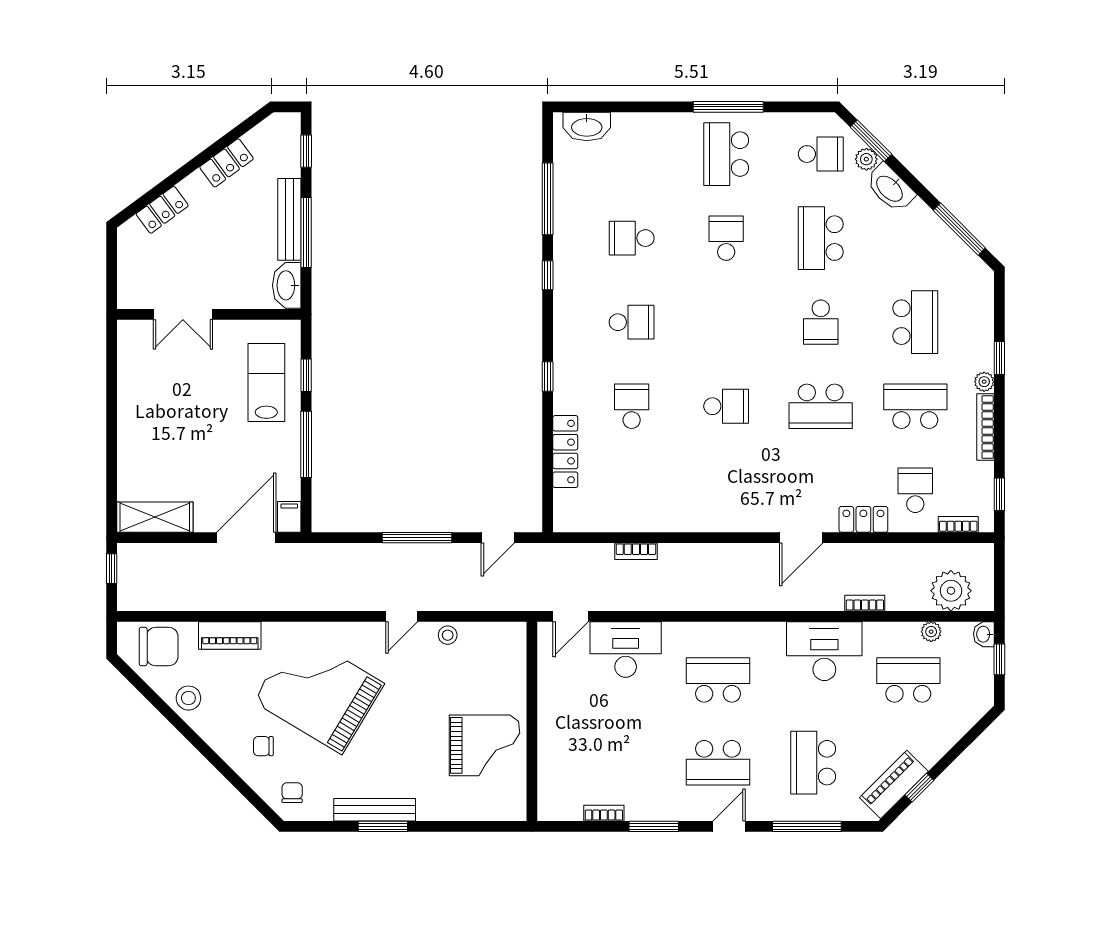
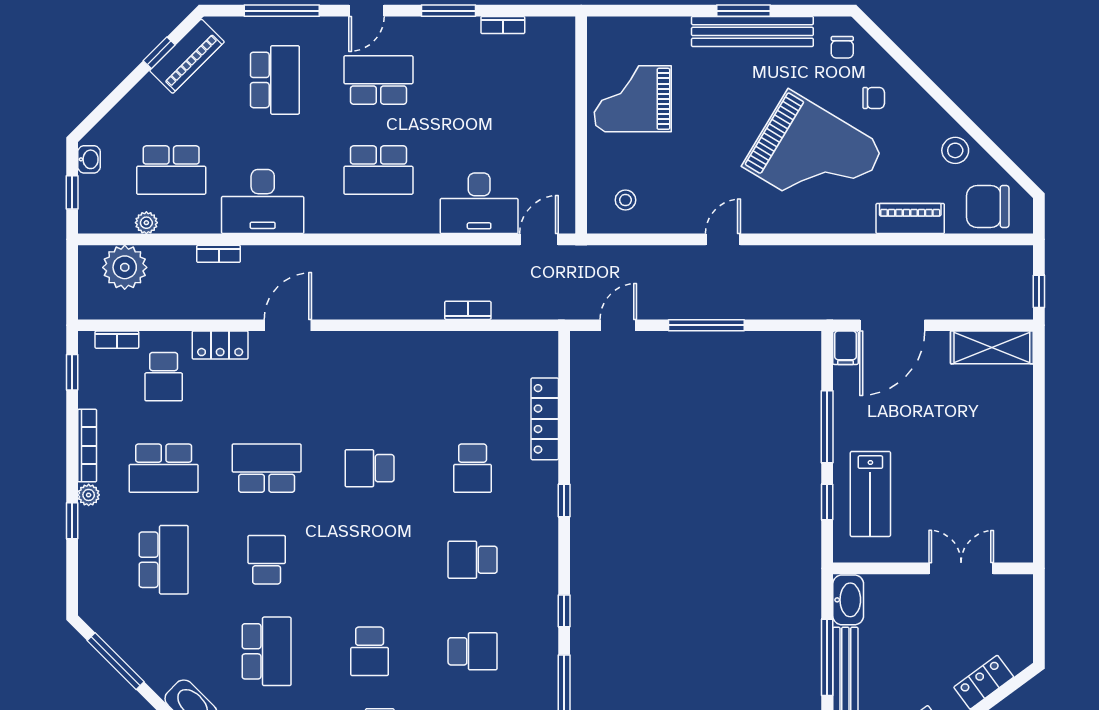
school desk: (915, 322) -> (164, 560), turned 180
washbasin: (984, 634) -> (89, 159), moved
stool: (448, 635) -> (625, 200), moved
bench: (375, 810) -> (752, 31), width x1.37, depth x1.21

